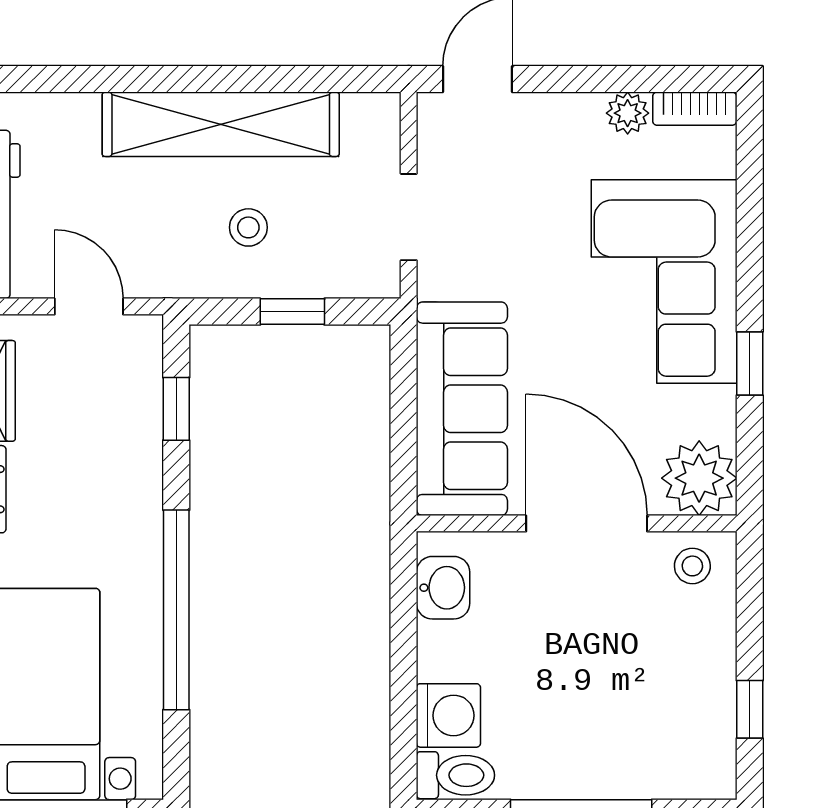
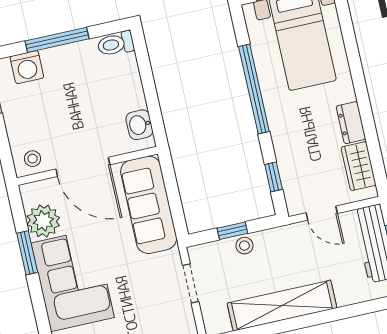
stool: (248, 227) -> (244, 246), moved
window: (750, 363) -> (27, 253), width x1.50
plant: (699, 478) -> (43, 221), moved
washing machine: (448, 715) -> (27, 67), moved, turned -90

